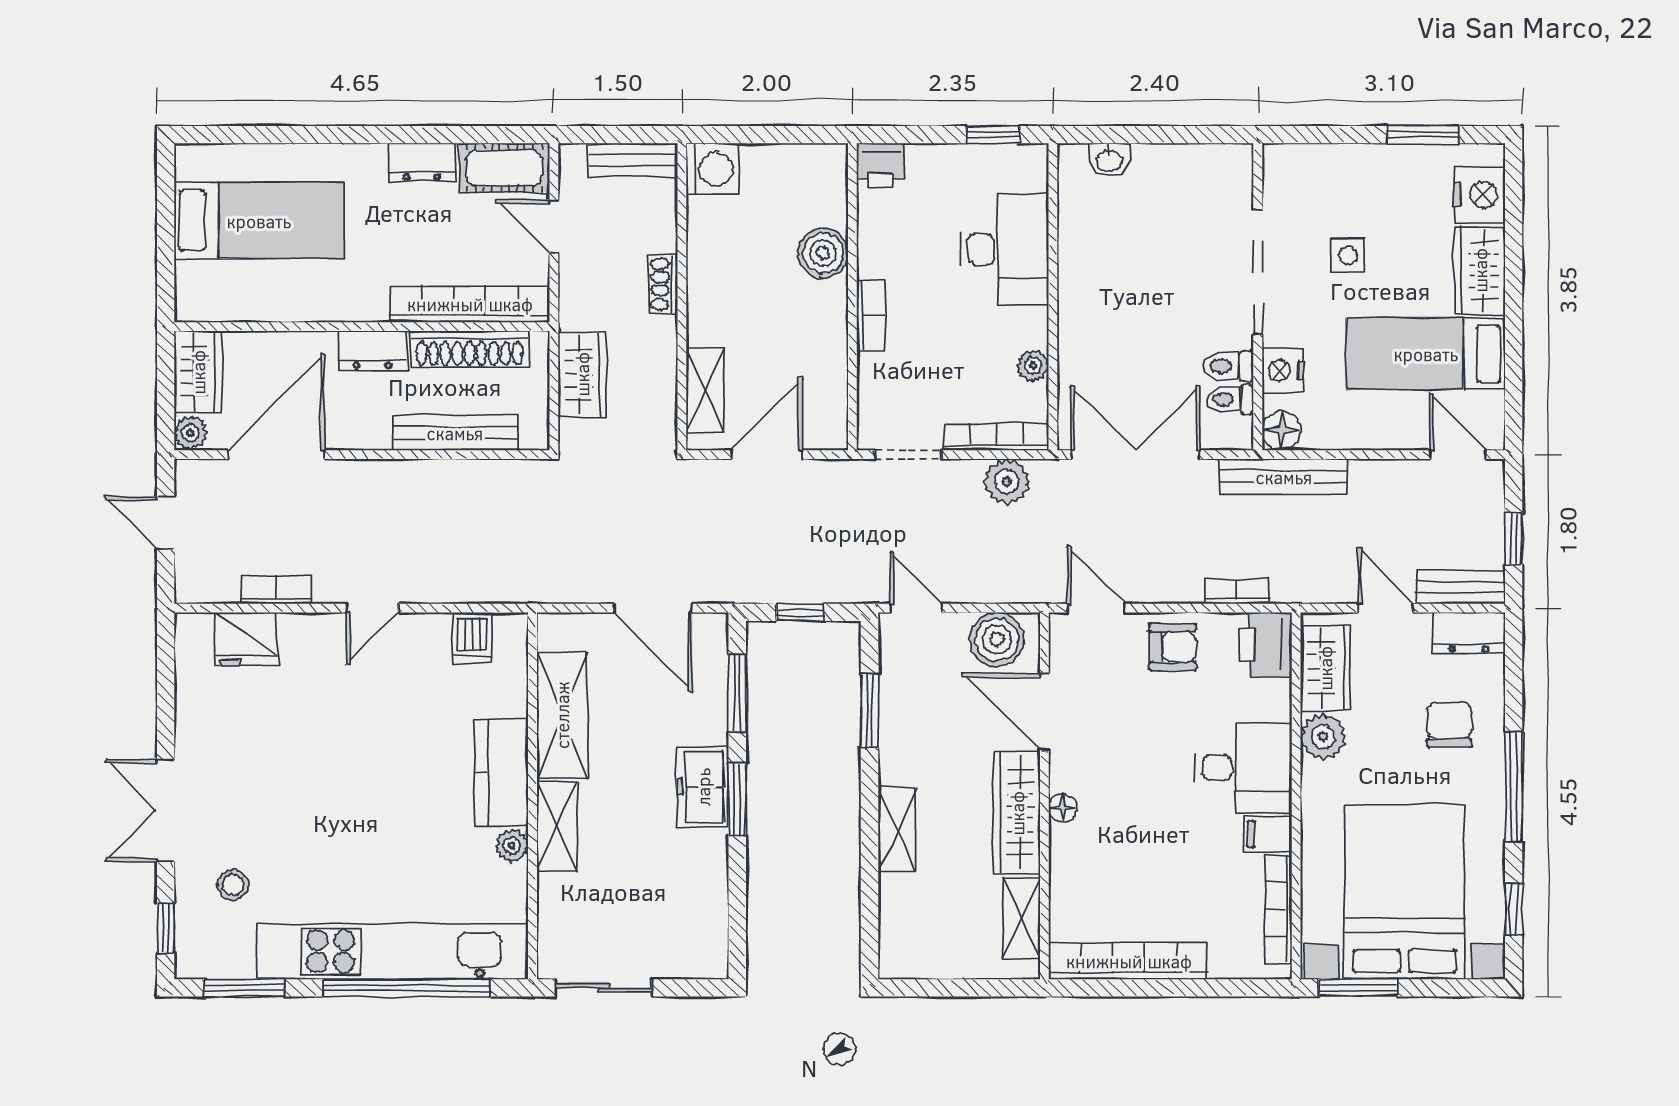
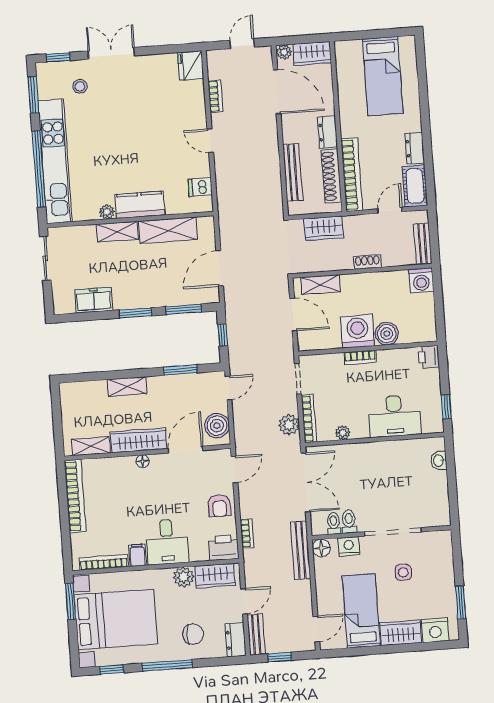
washing machine: (813, 317) -> (358, 331), added
fridge: (246, 639) -> (191, 66), moved
freezer: (703, 787) -> (94, 300), moved

